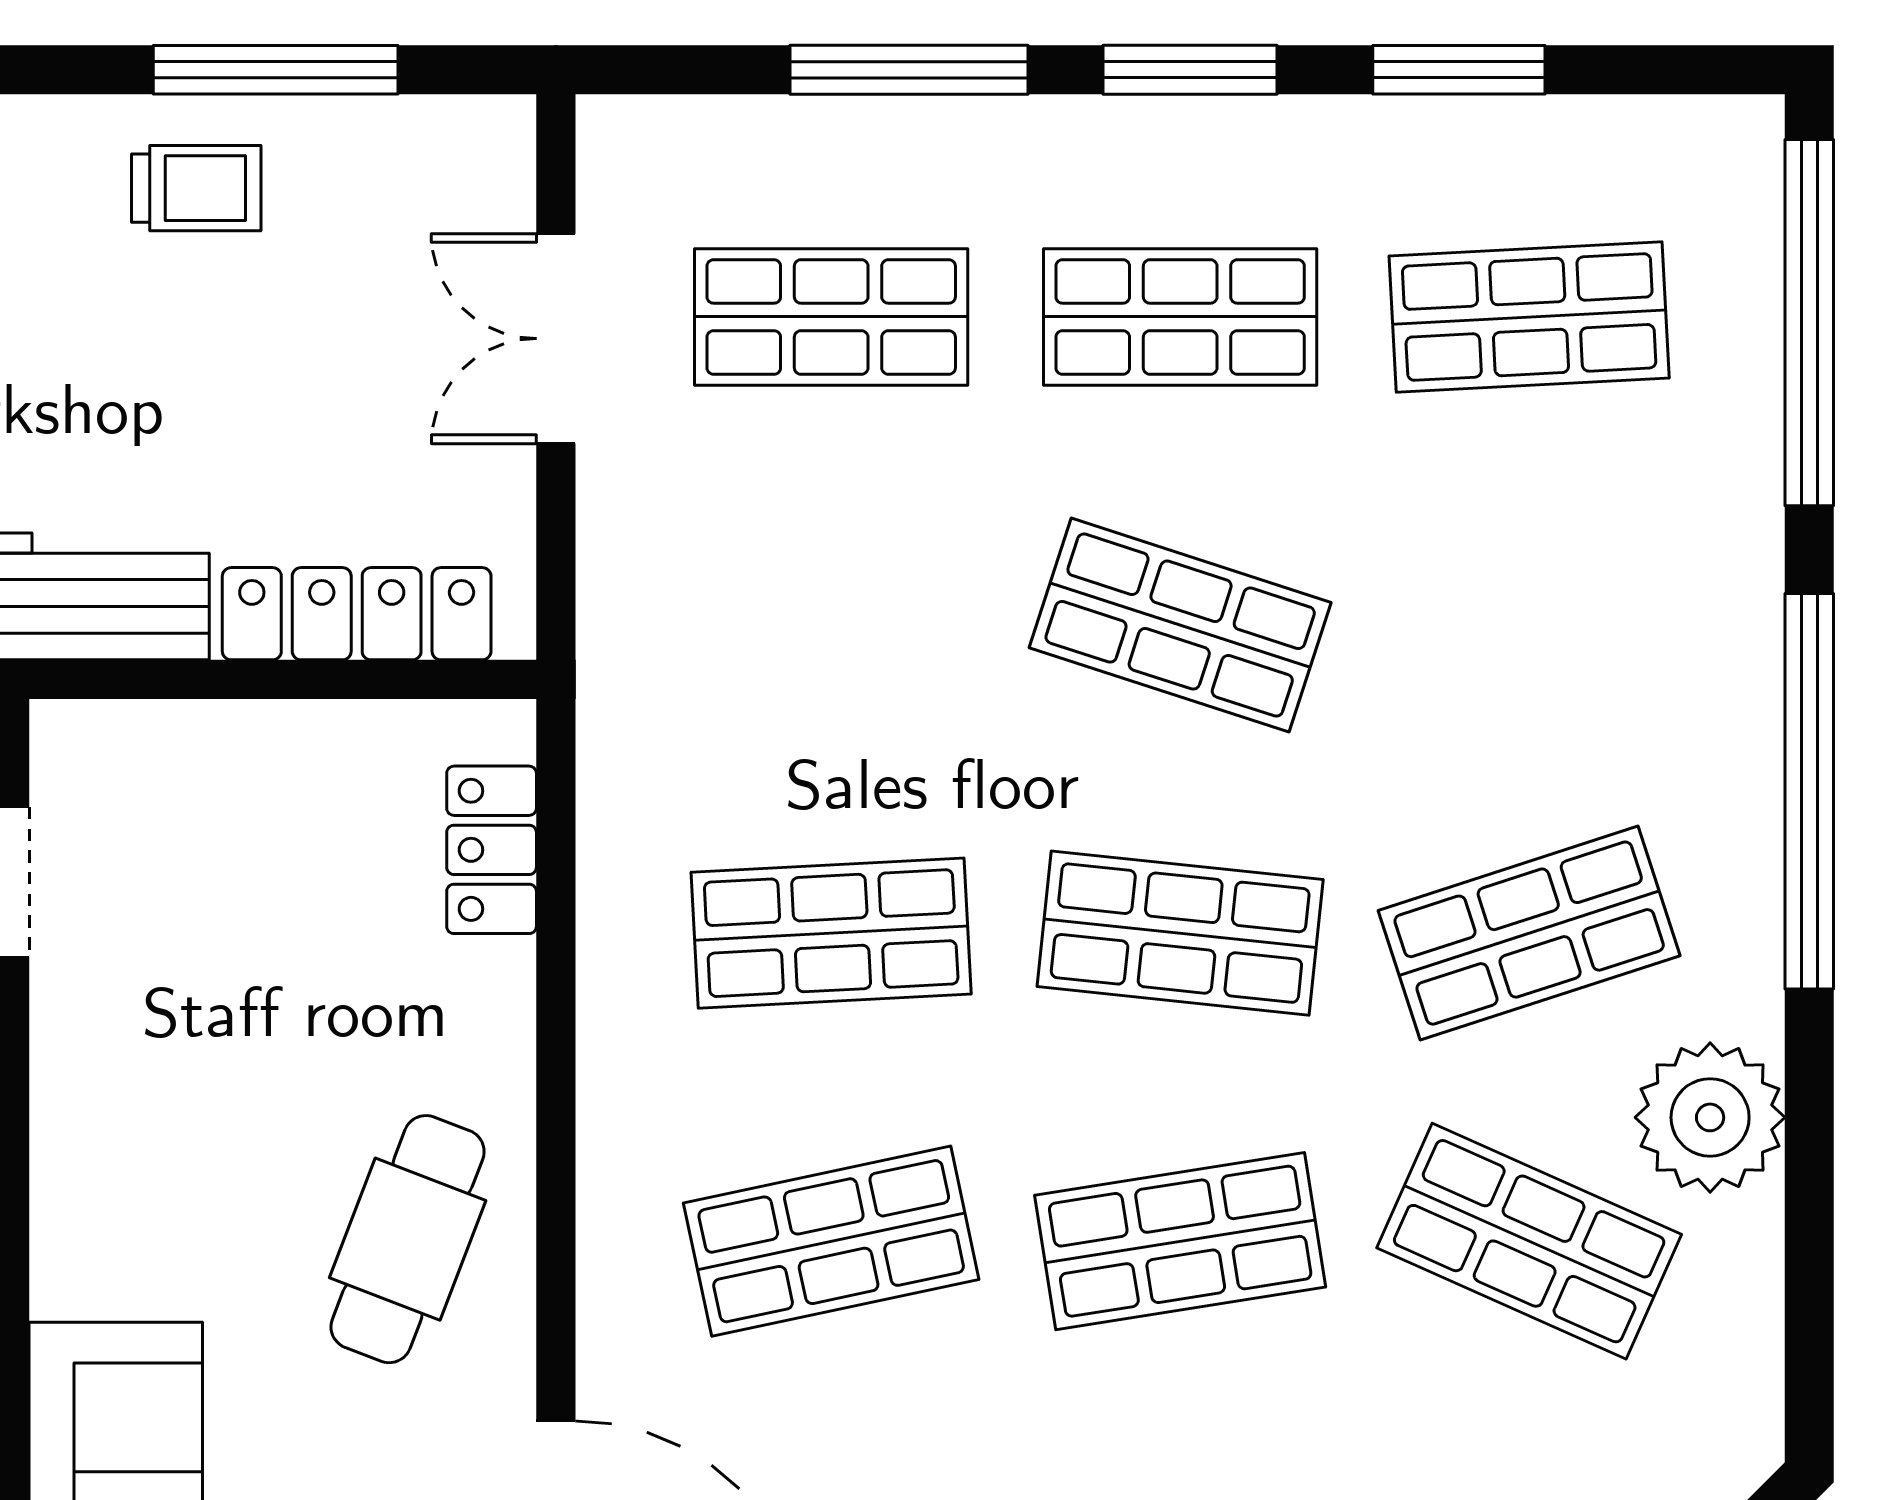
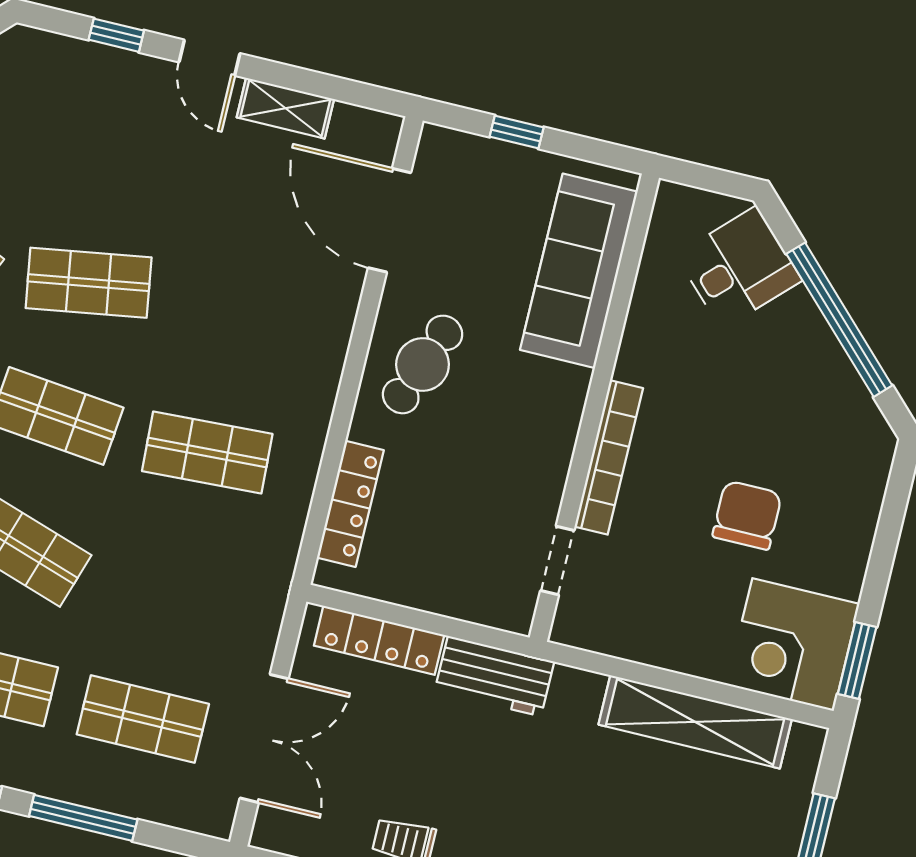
double door: (556, 339) -> (264, 738), width x1.37
locker: (492, 850) -> (350, 504), width x1.53
shop shelf: (831, 1241) -> (240, 319), removed

